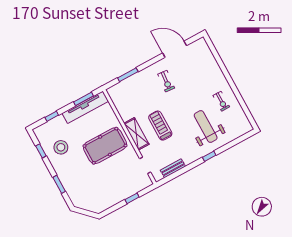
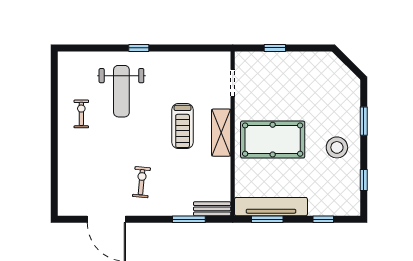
stool: (61, 147) -> (337, 147), moved
bench: (173, 168) -> (212, 209), moved

